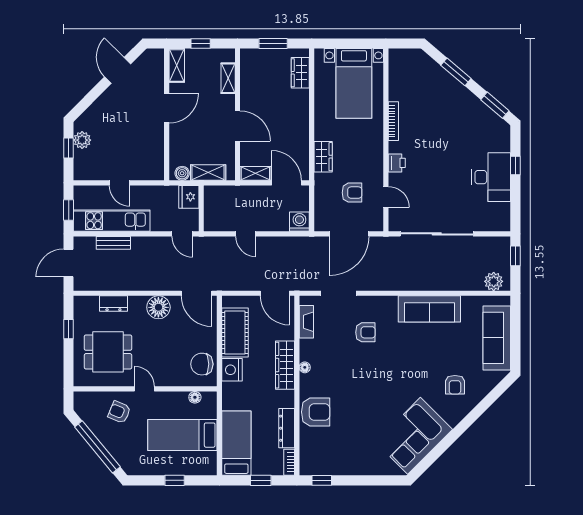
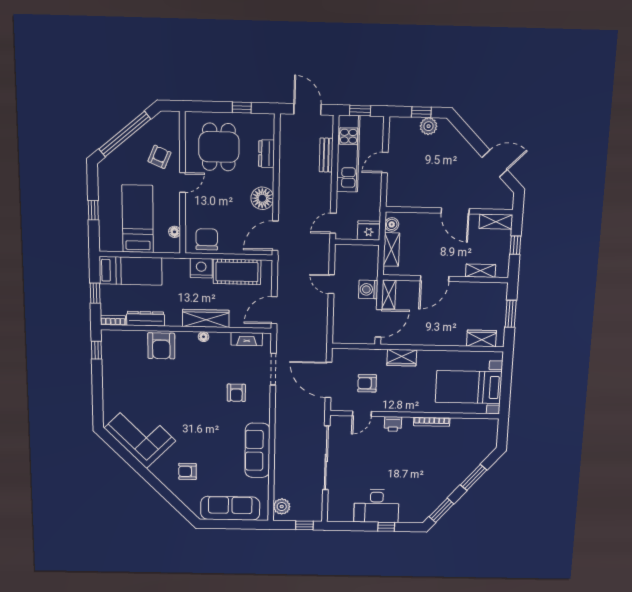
armchair: (352, 193) -> (367, 383), turned 90
washing machine: (299, 222) -> (368, 289), moved, turned 180
door: (246, 234) -> (331, 284), hinge flipped

